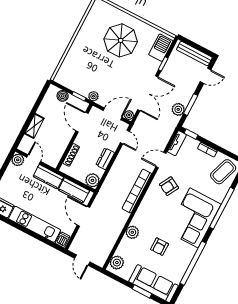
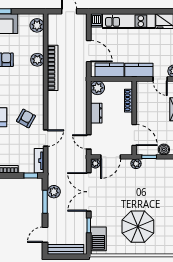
bookcase: (137, 191) -> (53, 68), moved

